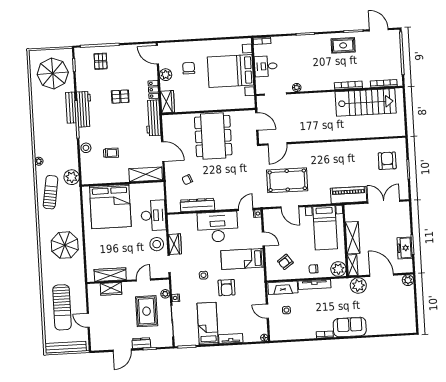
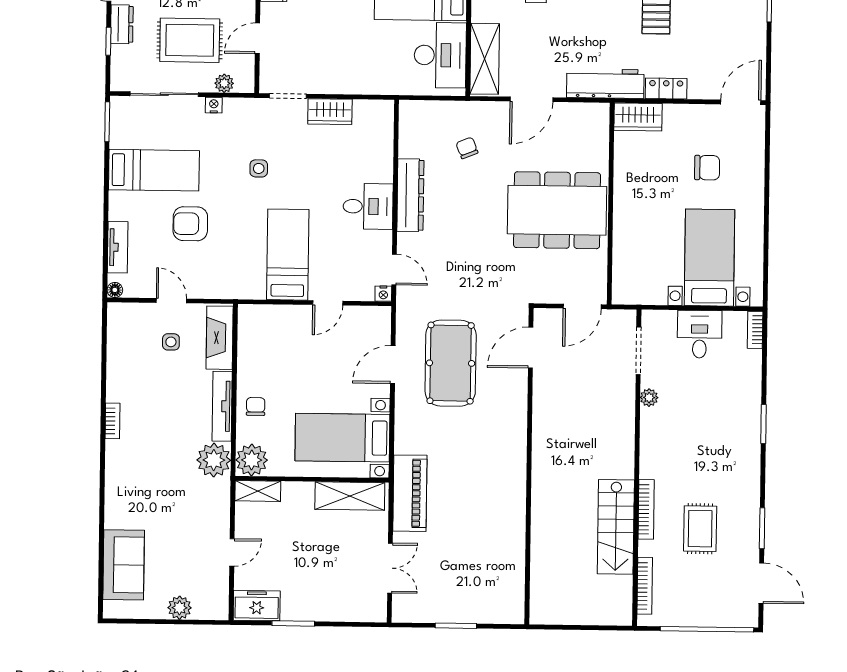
door: (379, 30) -> (761, 583), hinge flipped
rug: (343, 45) -> (700, 529), moved
bed with nightstands: (230, 71) -> (710, 258), width x0.73
plant: (166, 75) -> (696, 117), removed
stairs: (366, 102) -> (616, 527), width x0.73, depth x0.66
door: (277, 144) -> (531, 348), hinge flipped
armchair: (387, 161) -> (478, 582), removed
double door: (384, 202) -> (390, 568), width x0.73
dresser: (197, 205) -> (410, 195), moved
desk: (153, 215) -> (440, 55), moved, turned -90
desk: (218, 227) -> (368, 206), width x0.53, depth x0.77
shelving: (353, 238) -> (350, 496), moved
stool: (157, 244) -> (333, 72), removed
freezer: (405, 248) -> (257, 606), moved
armchair: (285, 262) -> (275, 347), removed
door: (382, 275) -> (232, 552), width x0.53
door: (143, 280) -> (257, 38), swing flipped
plant: (408, 280) -> (180, 608), moved
plant: (358, 285) -> (214, 460), moved
armchair: (227, 288) -> (190, 224), moved
door: (267, 311) -> (171, 301), hinge flipped
sofa: (350, 327) -> (124, 565), moved
tv unit: (231, 339) -> (118, 247), moved

